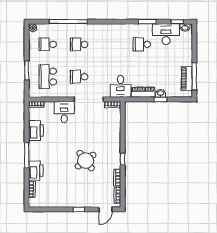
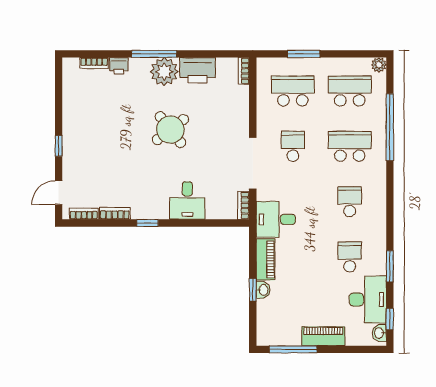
school desk: (48, 44) -> (350, 91), width x1.85
school desk: (79, 44) -> (350, 146), width x1.85
school desk: (111, 44) -> (350, 202), added
piano: (187, 78) -> (323, 336), moved
desk: (64, 112) -> (187, 201), moved, turned 90
plant: (37, 150) -> (164, 72), added
round table: (86, 161) -> (170, 130), moved
printer: (36, 171) -> (119, 66), width x0.53, depth x0.68
door: (105, 209) -> (59, 193), hinge flipped

